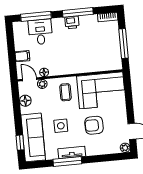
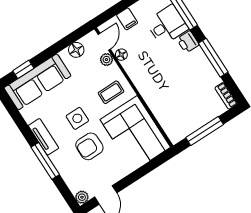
printer: (72, 22) -> (188, 42), moved
armchair: (94, 125) -> (89, 146), turned -90
side table: (61, 126) -> (77, 118), moved
window: (67, 162) -> (45, 161), moved

